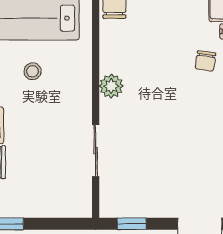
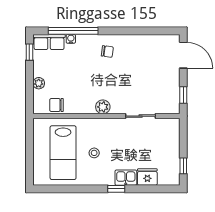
chair: (205, 61) -> (107, 51), moved

